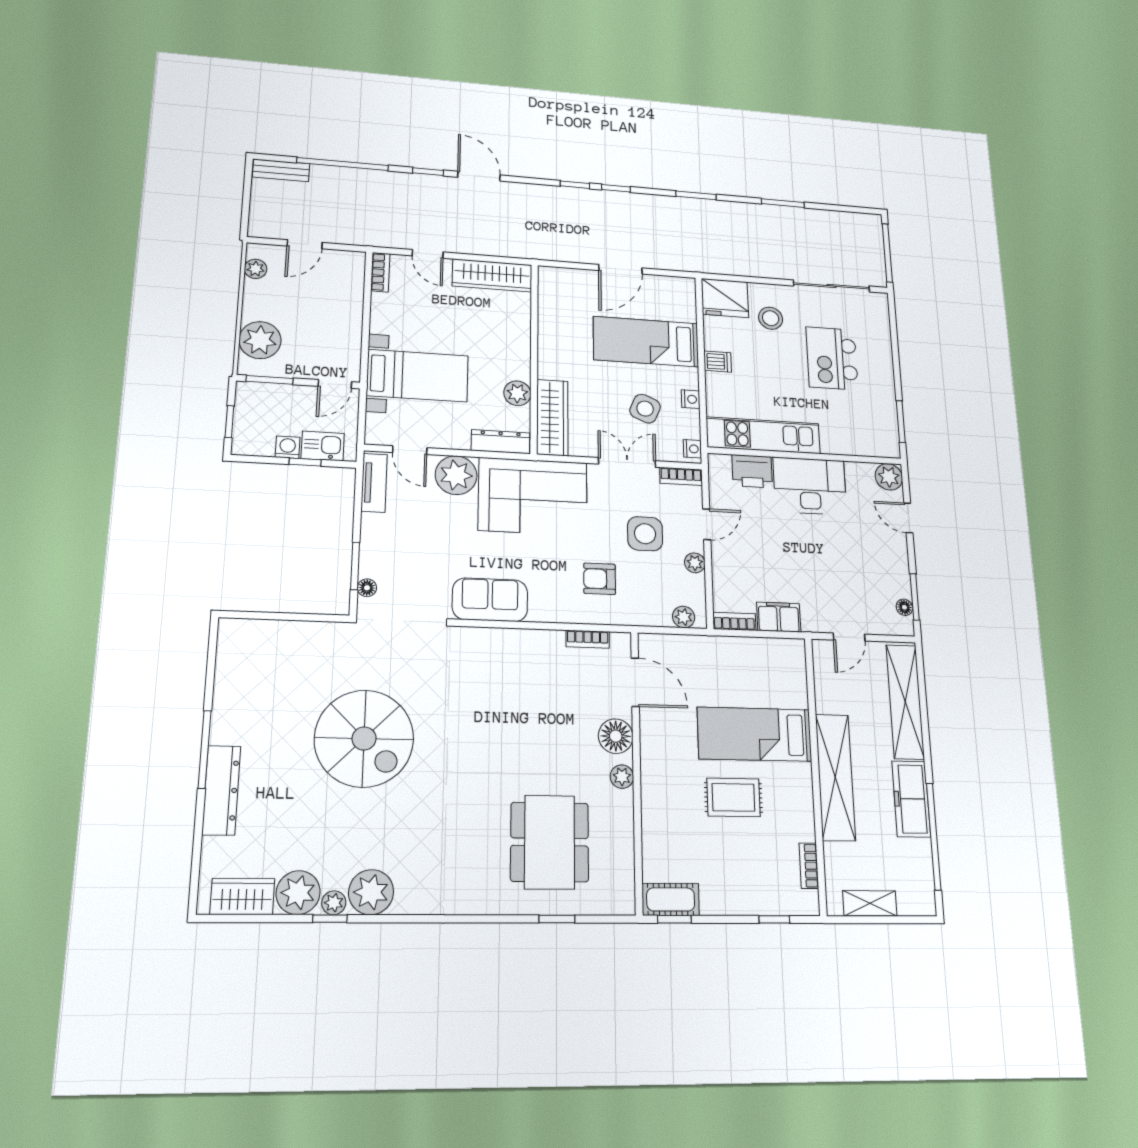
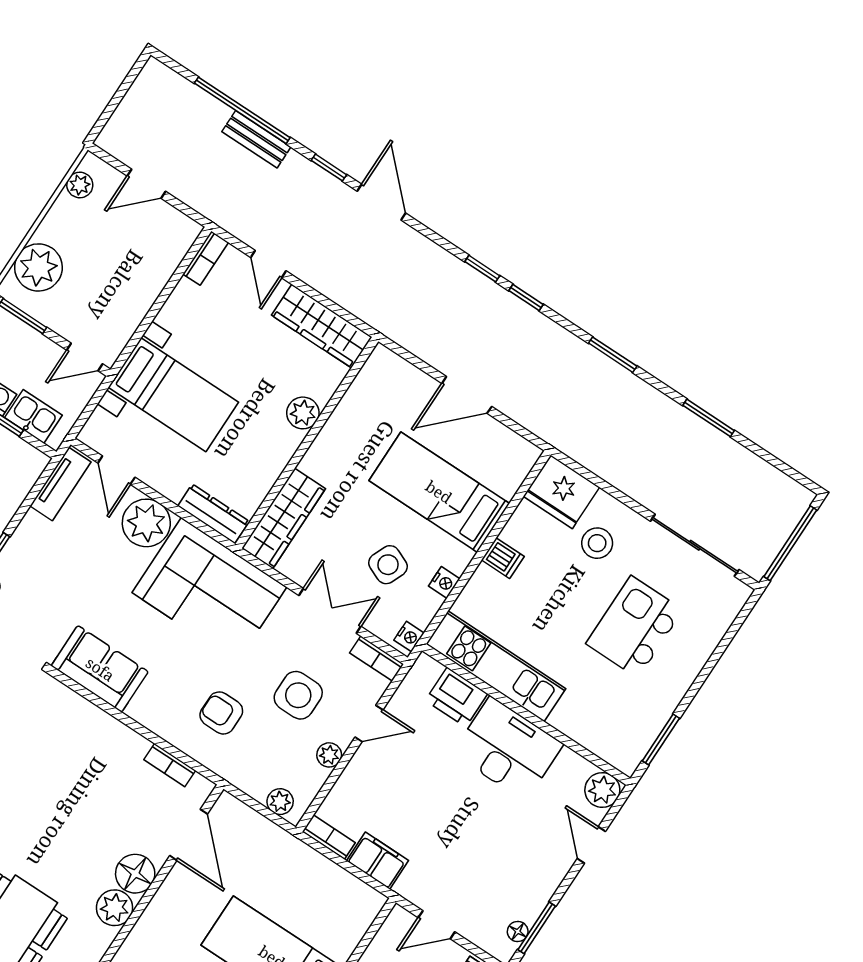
bench: (281, 170) -> (256, 139), moved
plant: (517, 393) -> (303, 413), moved
plant: (622, 777) -> (115, 908), width x1.38, depth x1.38

